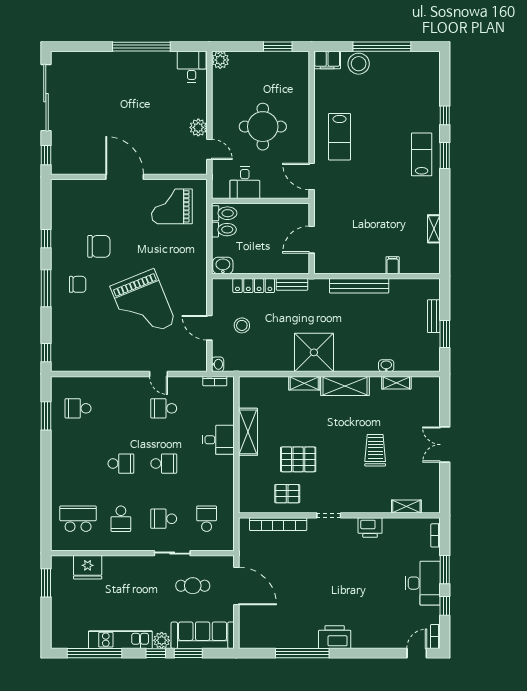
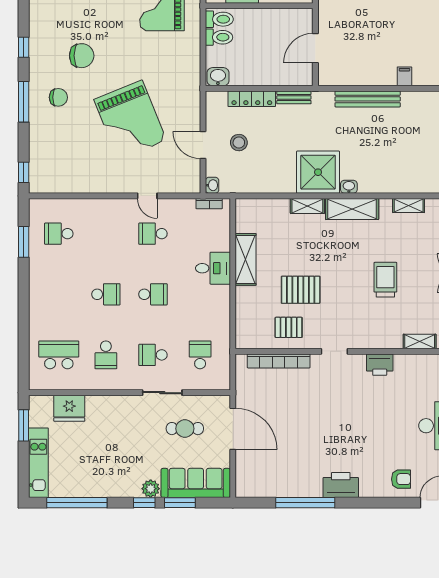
washbasin: (386, 366) -> (349, 187), moved
armchair: (389, 632) -> (401, 479), added
kitchen unit: (120, 640) -> (38, 463), moved, turned 90

